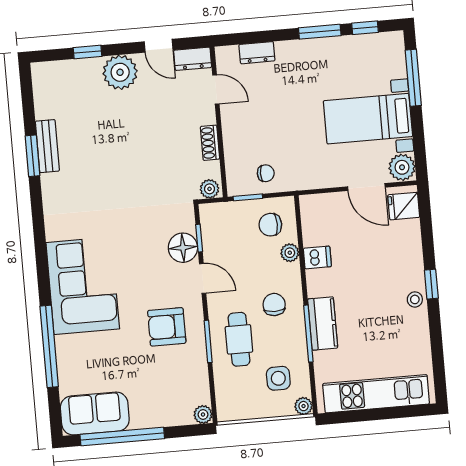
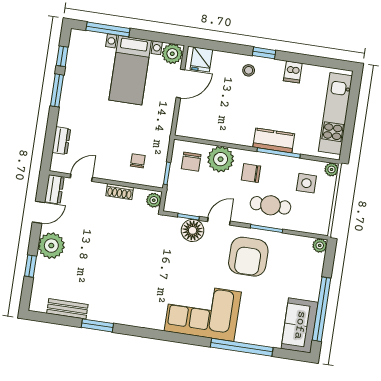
bench: (47, 146) -> (67, 309), moved
chair: (266, 173) -> (138, 161), moved
plant: (290, 253) -> (221, 159), width x1.87, depth x1.87
dishwasher: (317, 257) -> (293, 72), moved, turned 180
stool: (415, 299) -> (249, 70), moved
armchair: (167, 327) -> (248, 257), width x1.36, depth x1.36

